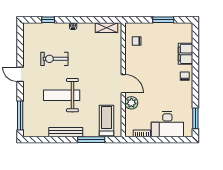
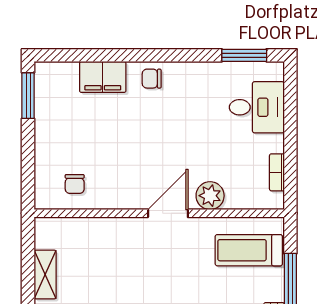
window: (163, 20) -> (28, 96), moved
shelving: (107, 28) -> (45, 274), moved
desk: (167, 124) -> (257, 107), width x0.73

